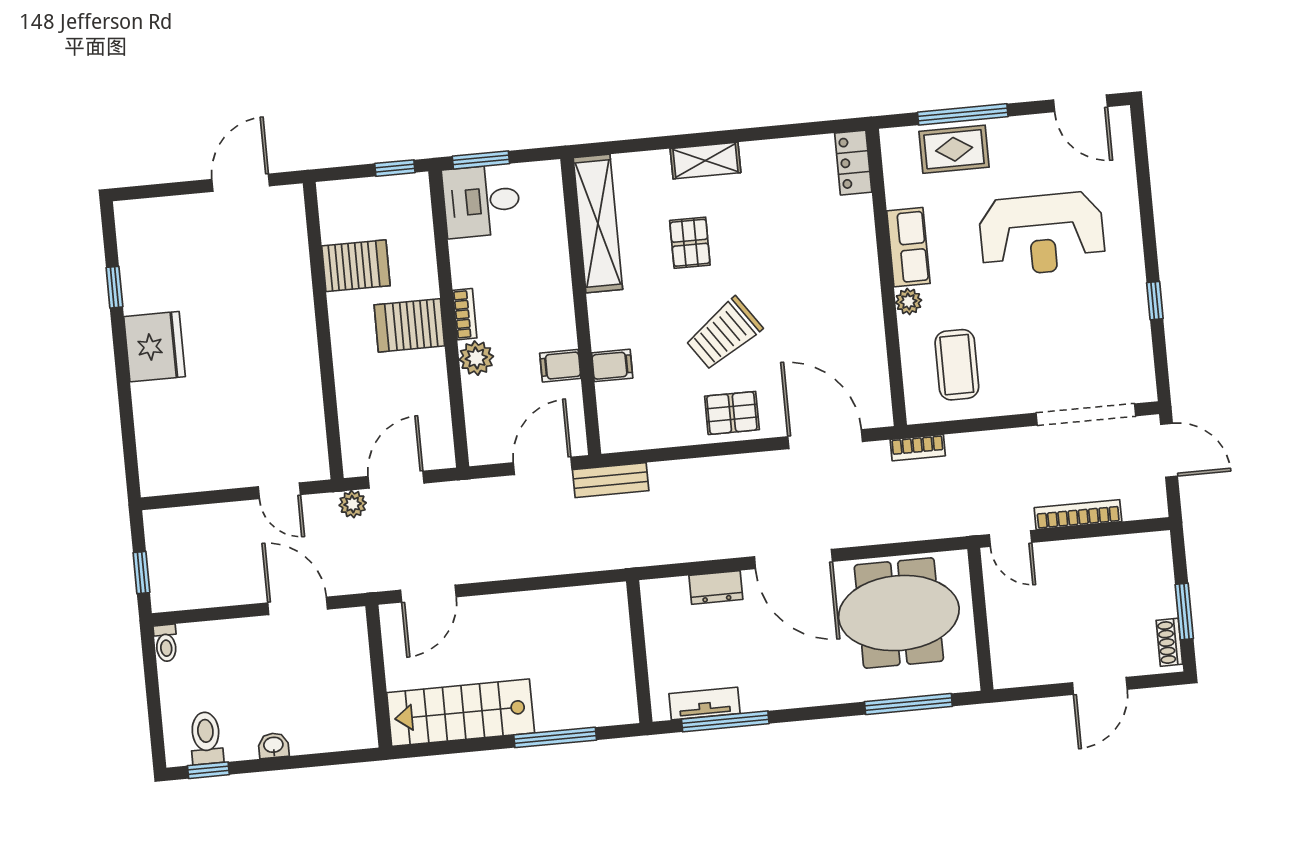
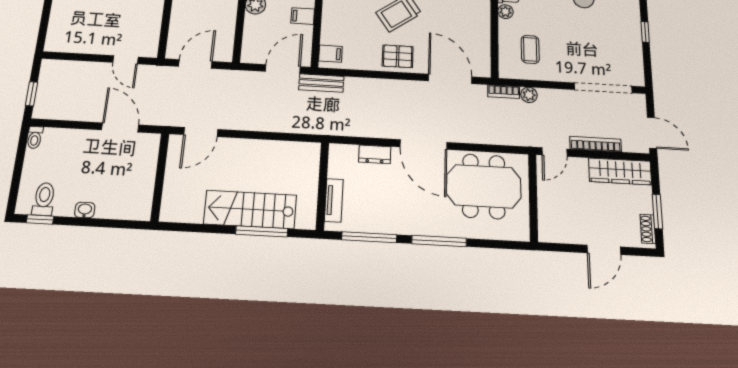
filing cabinet: (612, 365) -> (330, 54), moved
coffee table: (957, 365) -> (530, 49), width x0.73, depth x0.77
door: (1169, 450) -> (652, 133), moved
plant: (353, 504) -> (529, 95), moved
door: (1010, 539) -> (555, 152), hinge flipped
wardrobe: (1121, 555) -> (620, 171), added
tv unit: (705, 704) -> (334, 200), moved, turned 90
window: (908, 704) -> (439, 241), moved
stairs: (461, 713) -> (250, 209), moved

